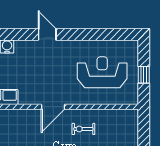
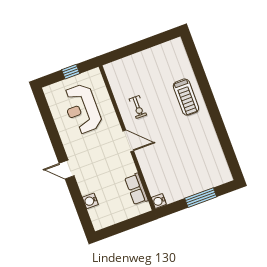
door: (47, 34) -> (67, 170), hinge flipped

